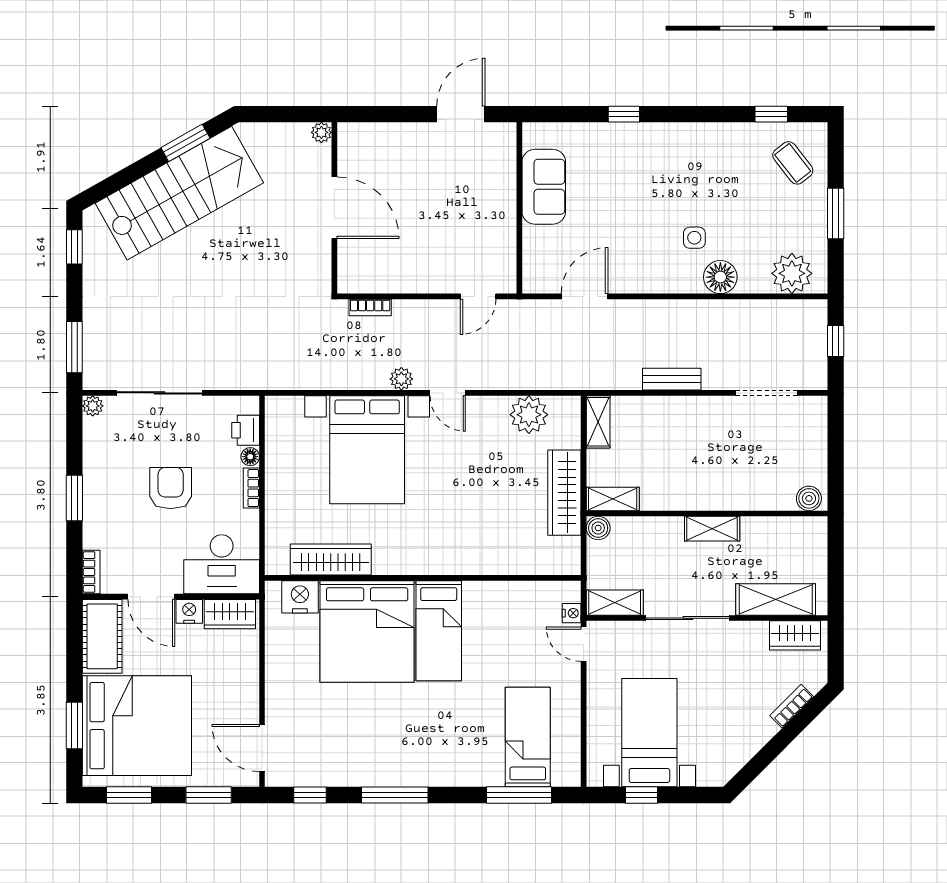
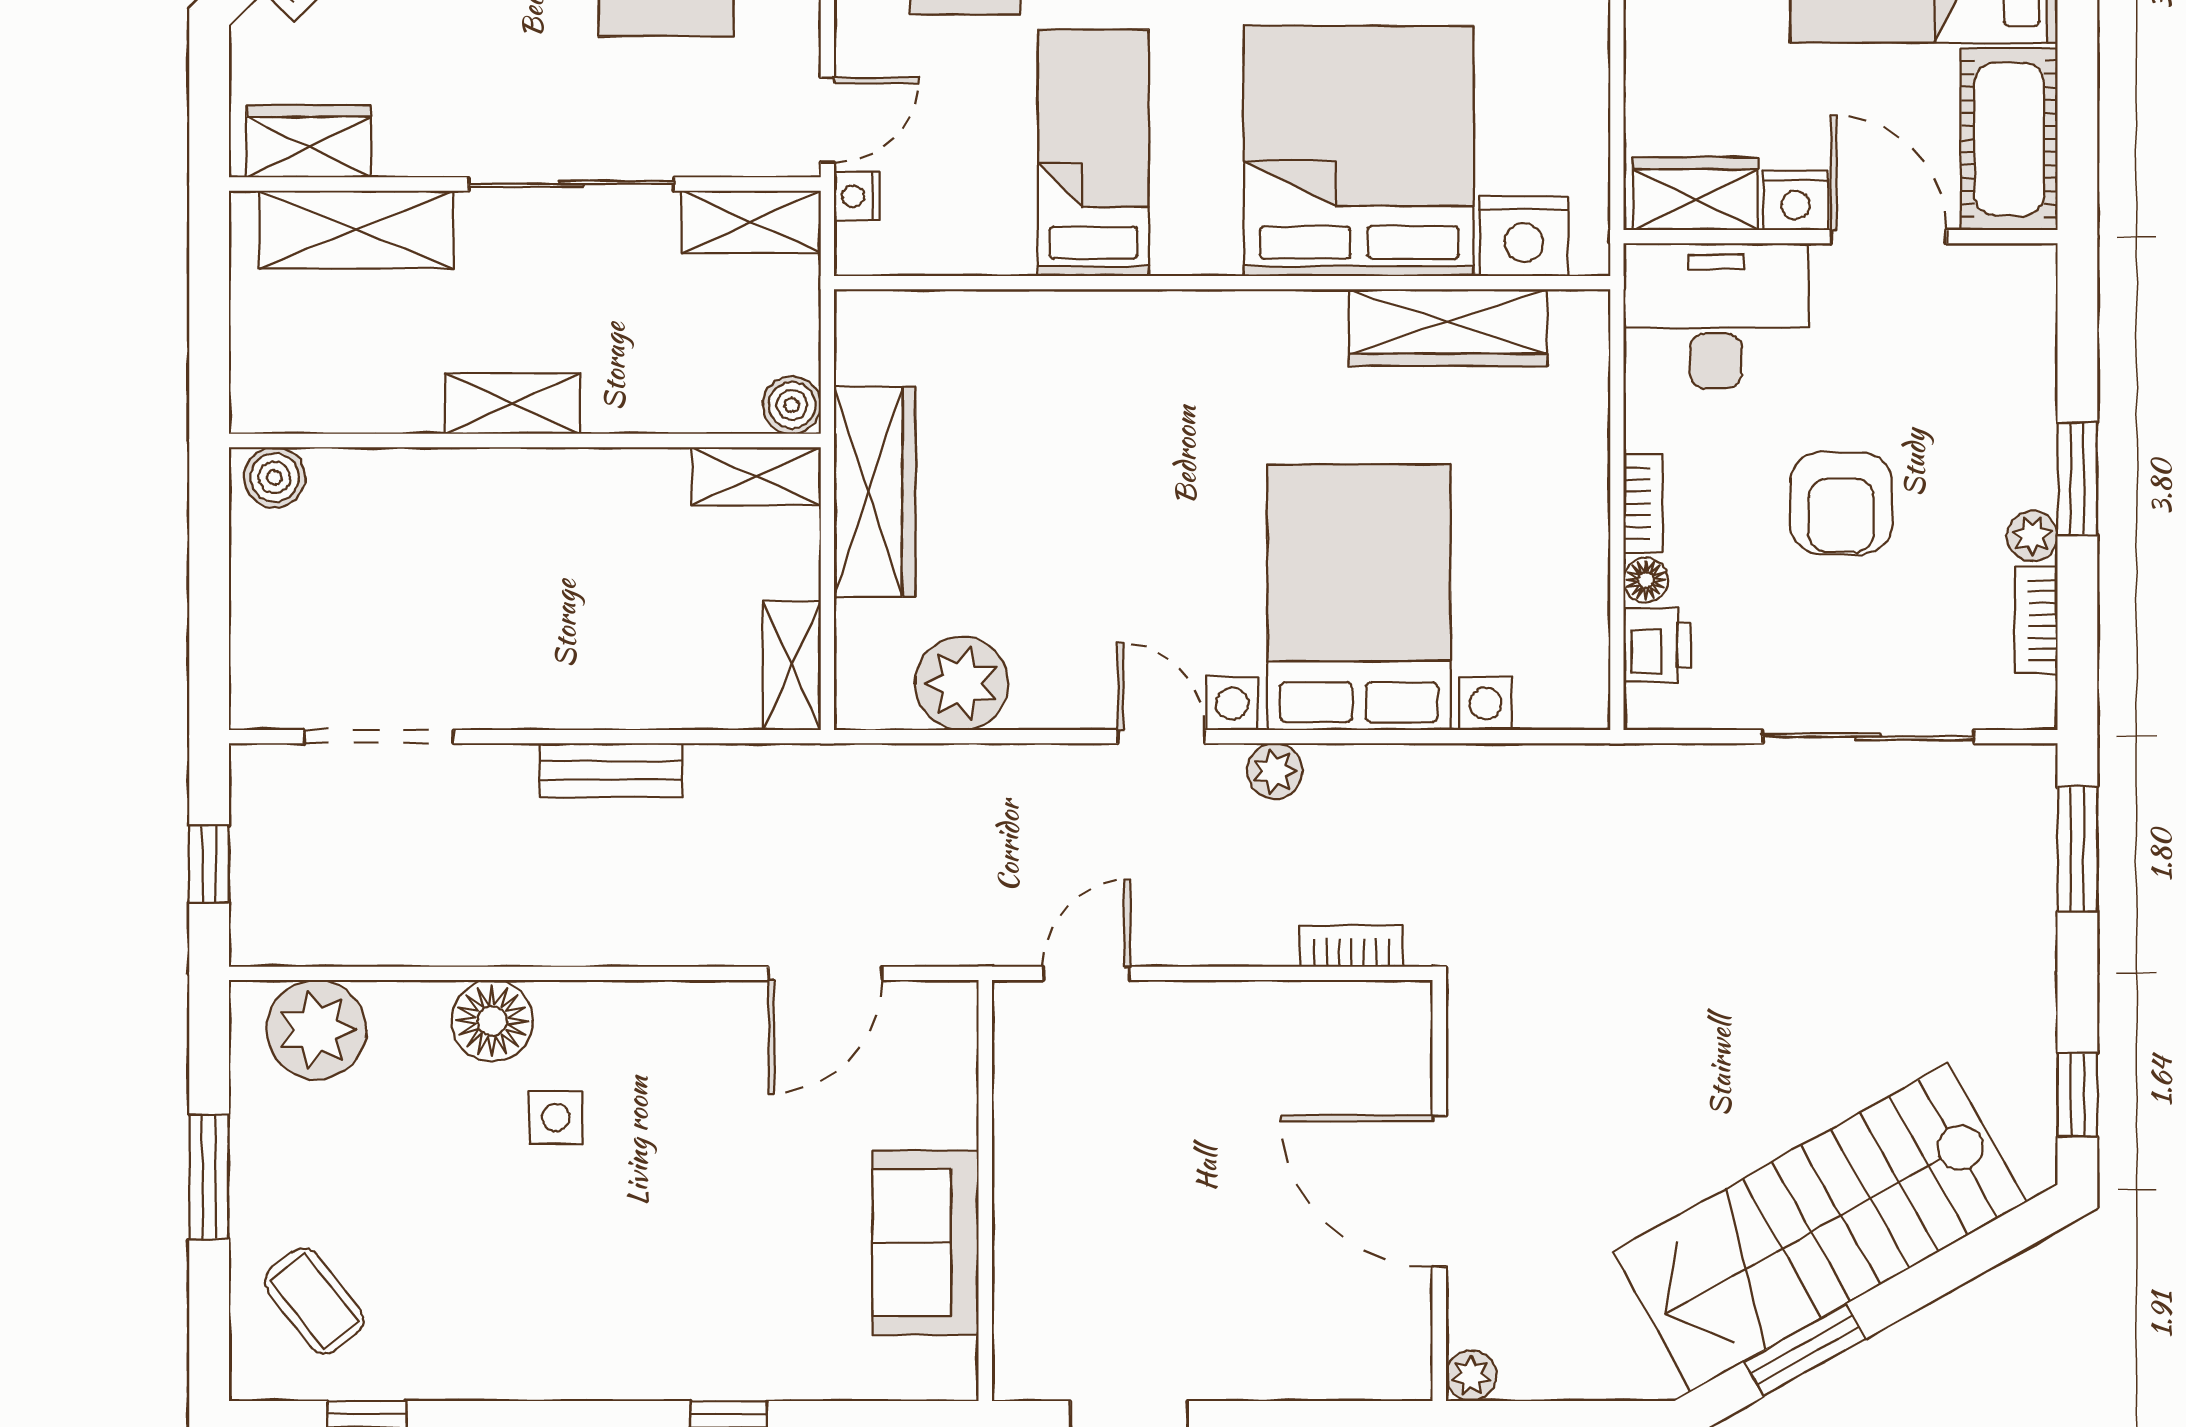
plant: (93, 406) -> (2032, 536), moved
bookcase: (91, 572) -> (2036, 620), moved
bed: (439, 631) -> (1093, 153), moved
door: (584, 644) -> (827, 120), hinge flipped

